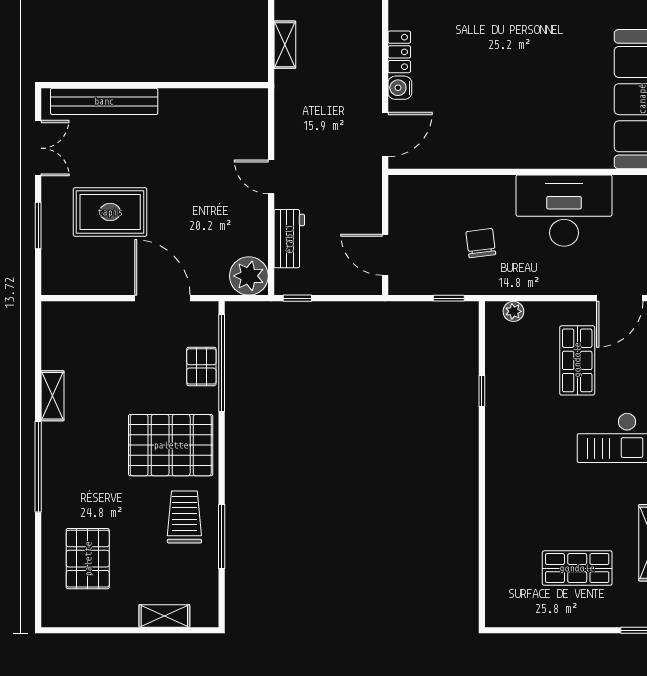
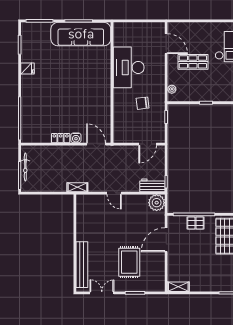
shelving: (285, 45) -> (77, 187), moved
door: (271, 177) -> (114, 193), hinge flipped
workbench: (289, 239) -> (152, 185), moved
shelving: (53, 396) -> (178, 287), moved

